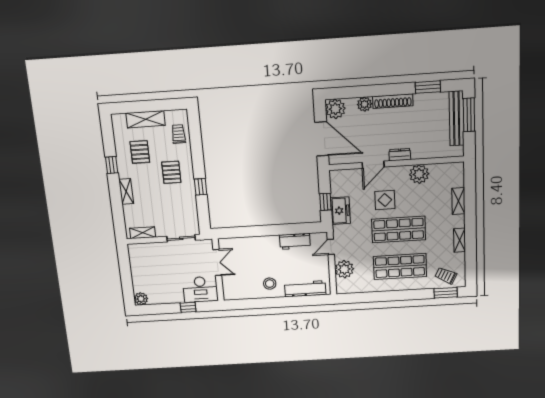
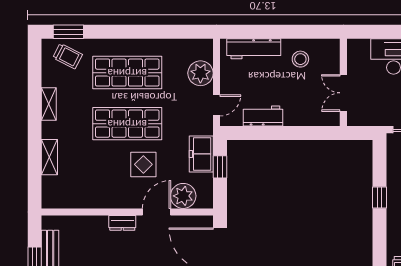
plant: (419, 174) -> (183, 196), moved
double door: (217, 263) -> (343, 93), moved
wall: (218, 270) -> (343, 82), moved

